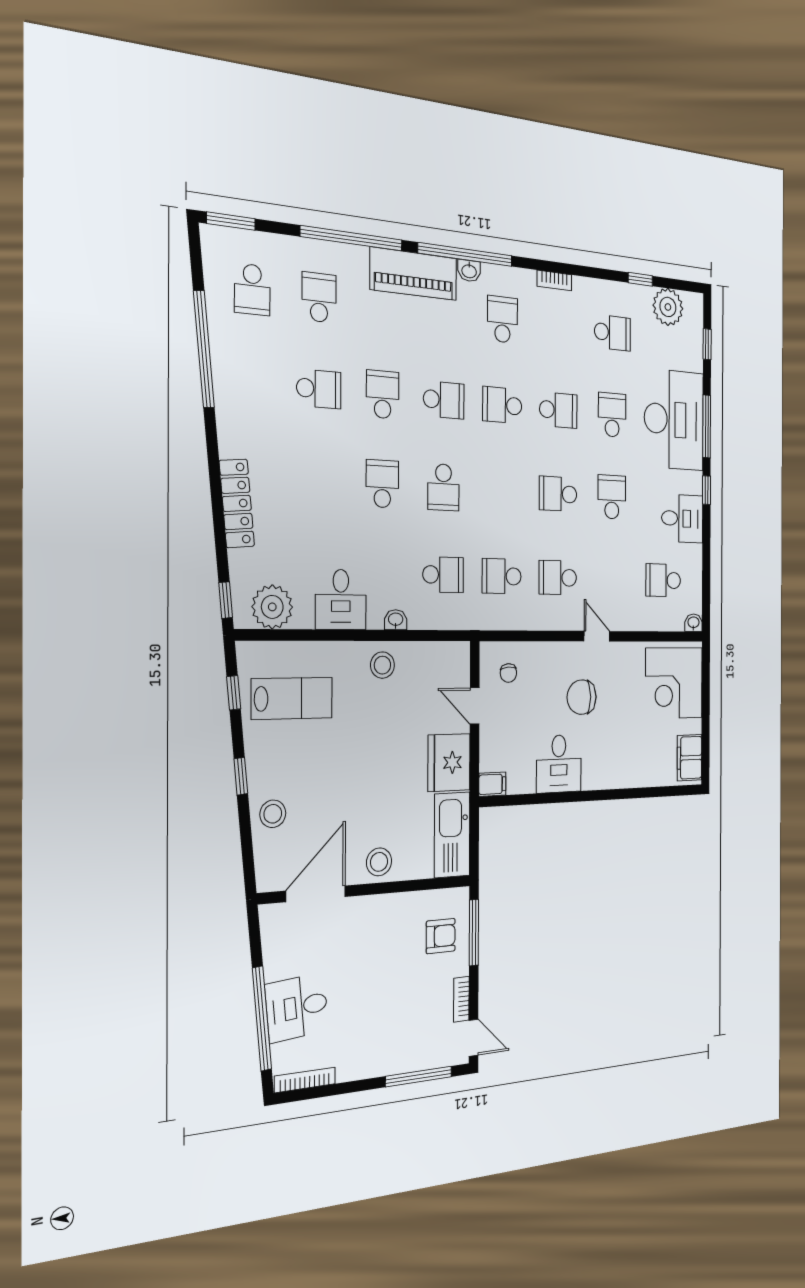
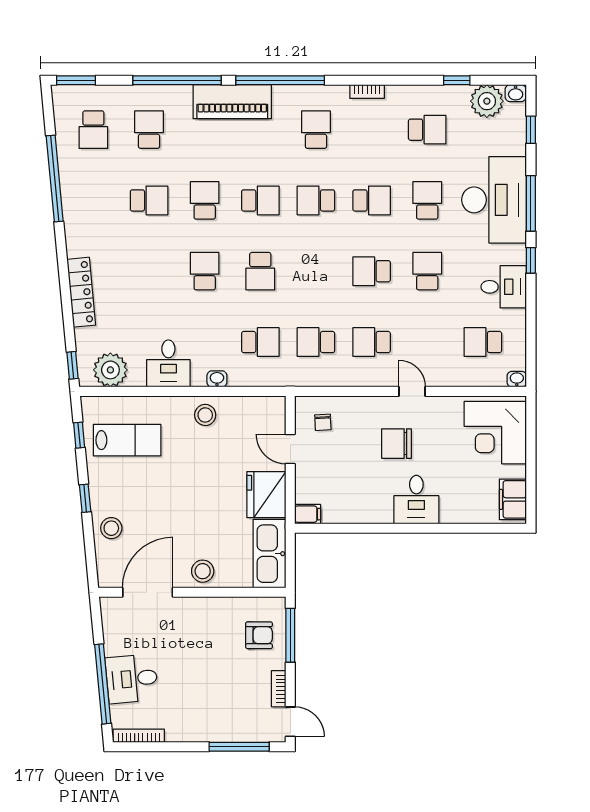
washbasin: (469, 271) -> (516, 93), moved
desk: (559, 764) -> (416, 500), moved

